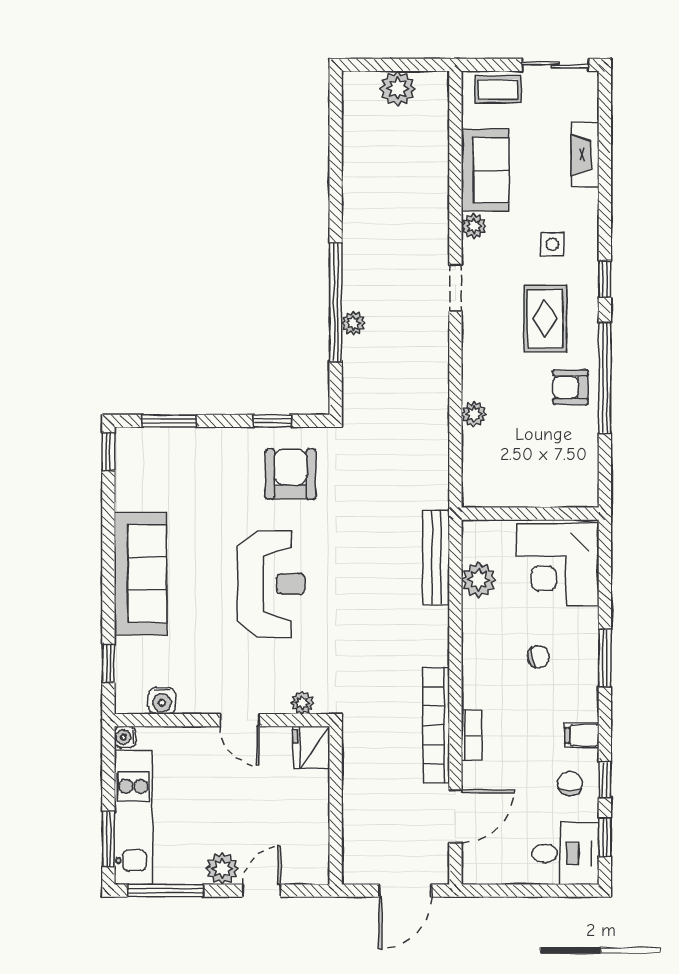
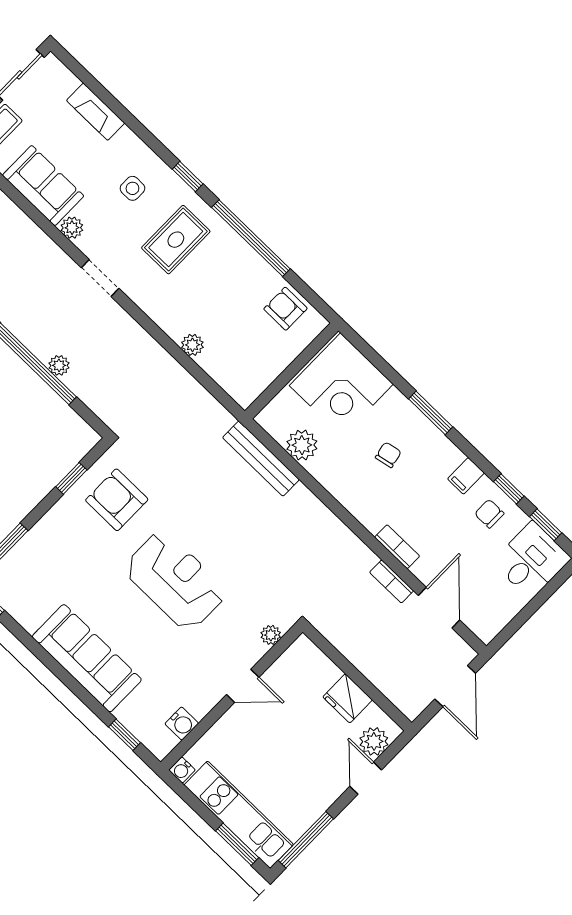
rug: (545, 319) -> (176, 240), turned 90
armchair: (571, 387) -> (285, 309), moved, turned 90
bookcase: (436, 725) -> (392, 581), width x0.43, depth x0.76
fridge: (311, 747) -> (348, 698), moved
plant: (222, 868) -> (374, 741), moved

